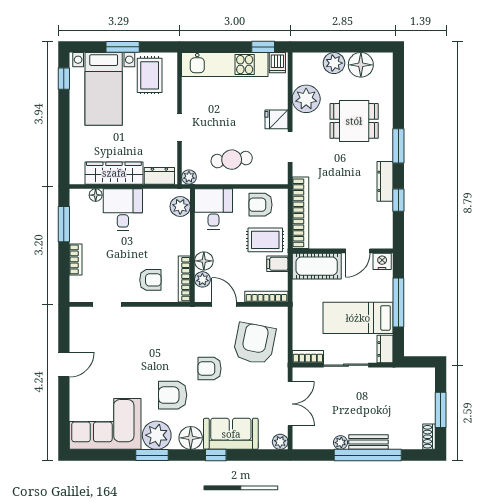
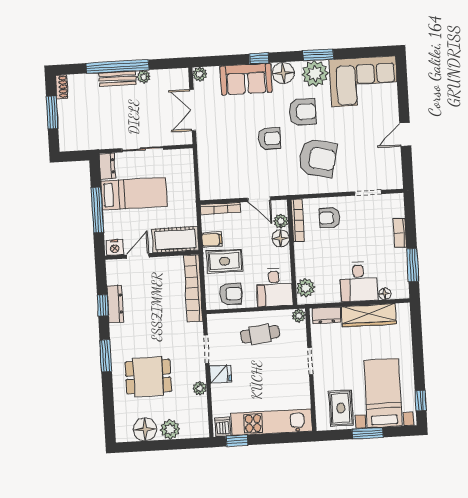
plant: (306, 99) -> (200, 388), width x0.53, depth x0.53
dresser: (385, 181) -> (115, 304), moved
armchair: (254, 343) -> (317, 158), moved, turned -88
bookcase: (308, 357) -> (179, 155), removed

